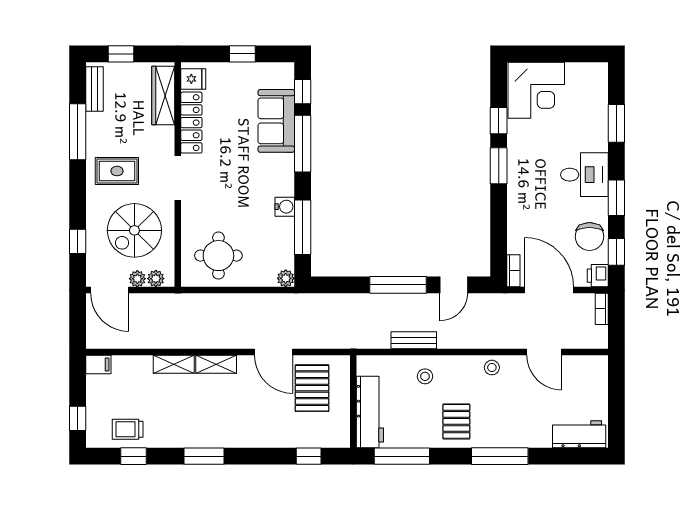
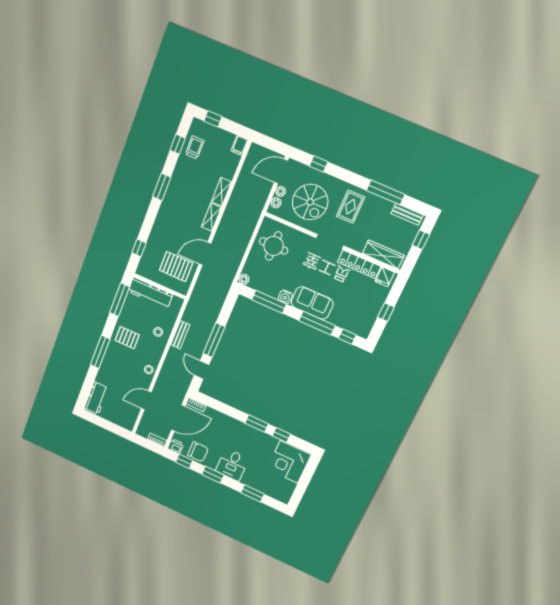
sofa: (276, 121) -> (312, 303), moved
spiral stairs: (134, 230) -> (310, 202), turned 180
chair: (589, 237) -> (198, 452), turned 180

